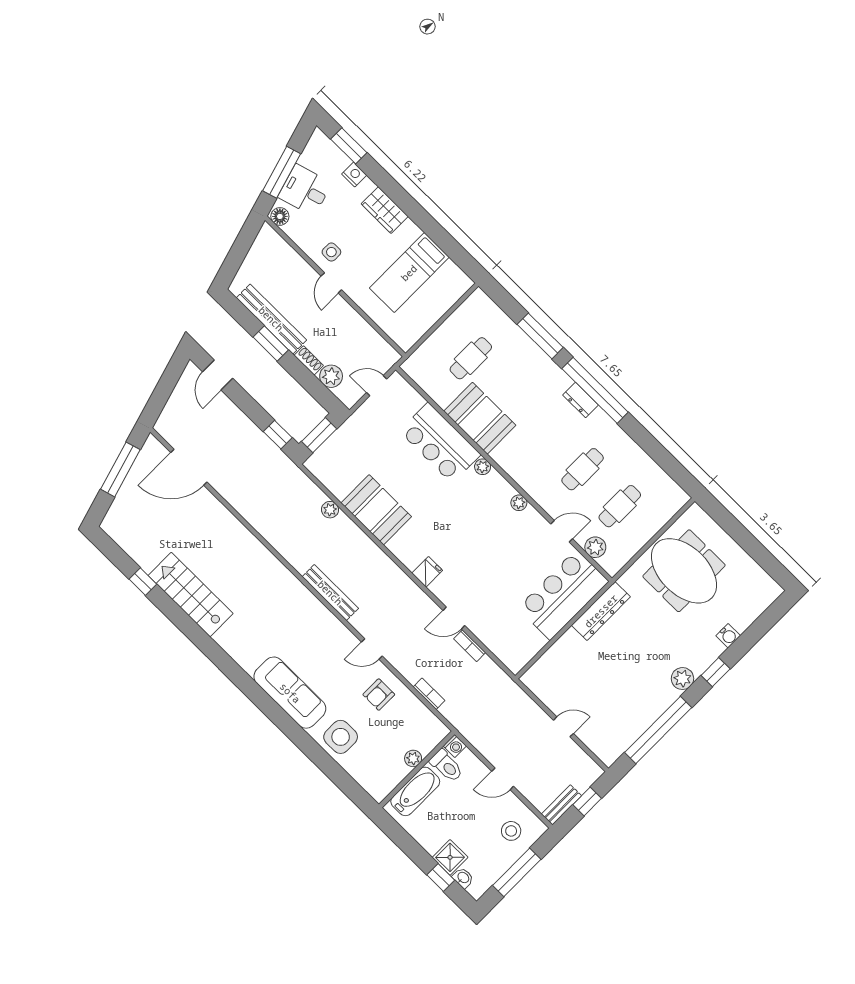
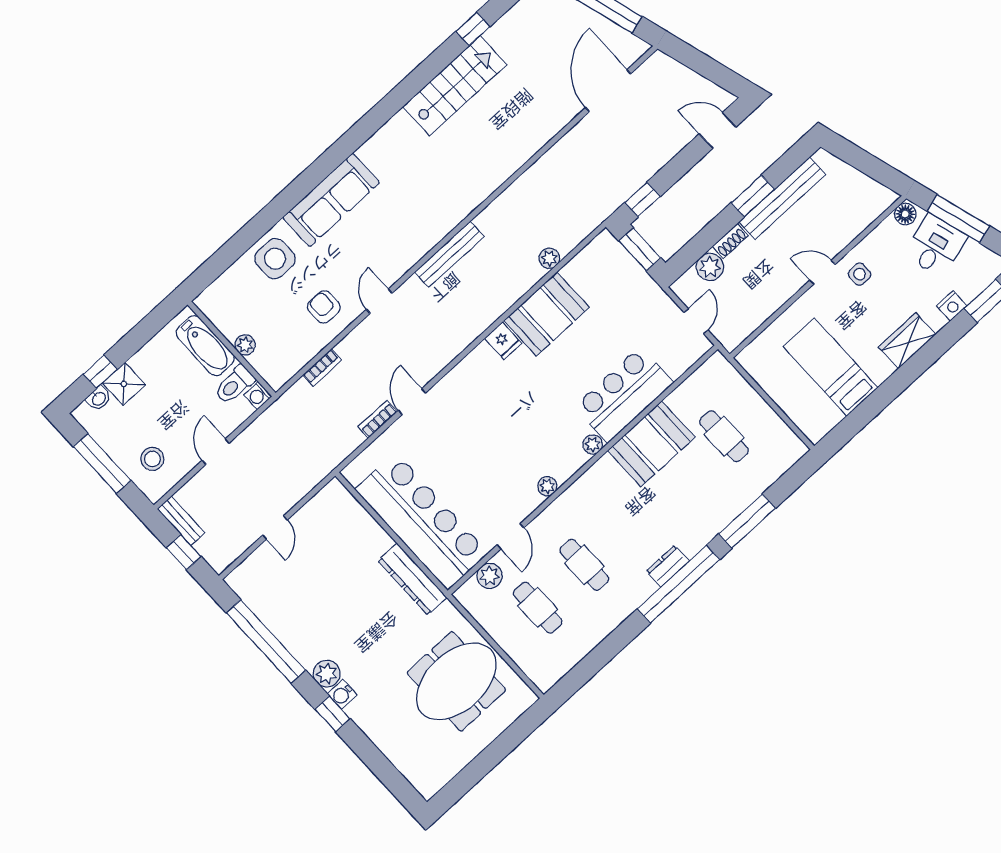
fridge: (427, 572) -> (503, 341), moved
bar counter: (563, 595) -> (422, 521), width x1.36
water cooler: (728, 636) -> (342, 695), moved

